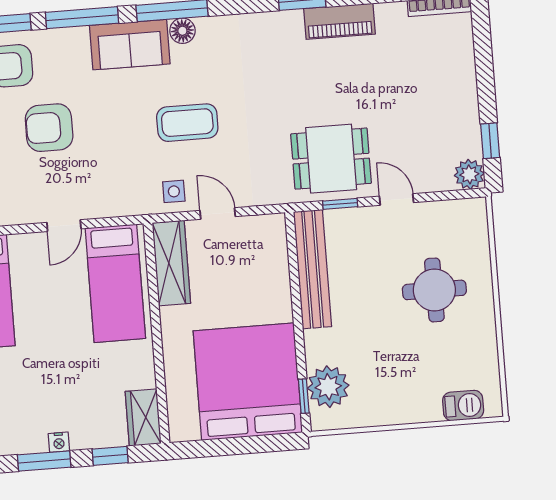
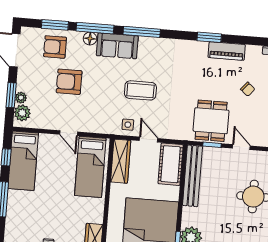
floor lamp: (182, 31) -> (90, 39), moved
chair: (391, 87) -> (248, 89), added
dining table: (331, 159) -> (211, 121), turned 90
door: (64, 226) -> (69, 133), hinge flipped
cot: (267, 254) -> (171, 164), added

